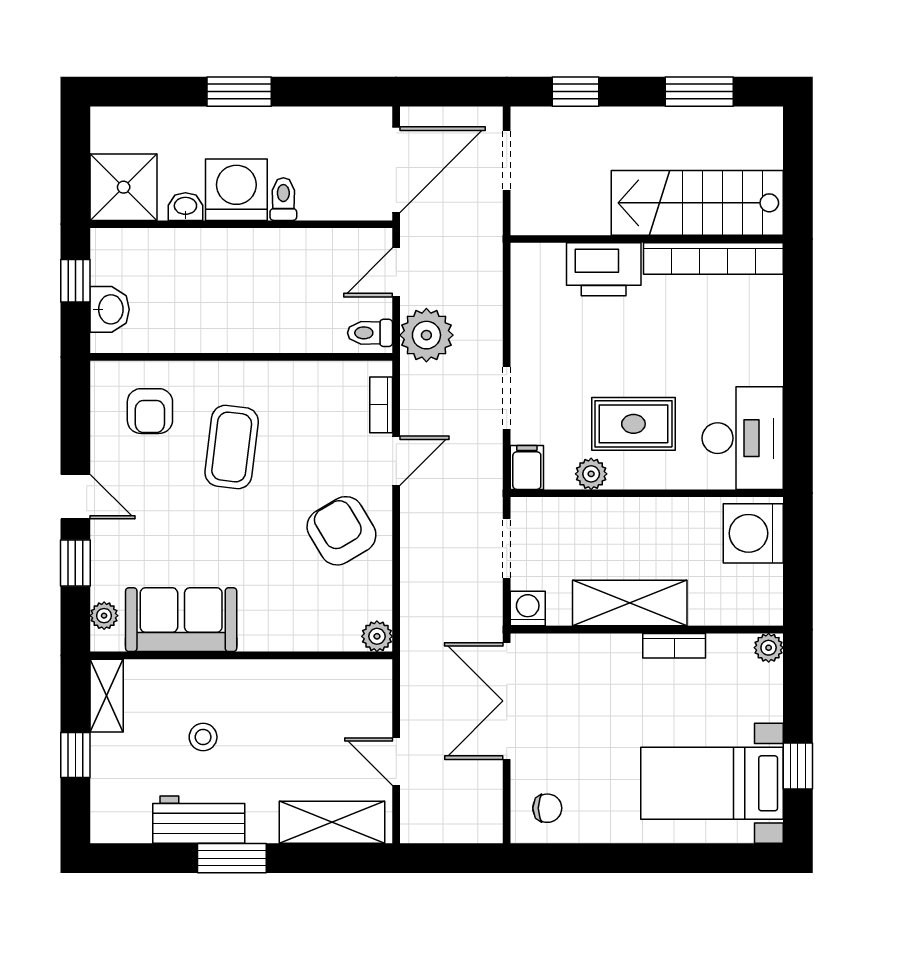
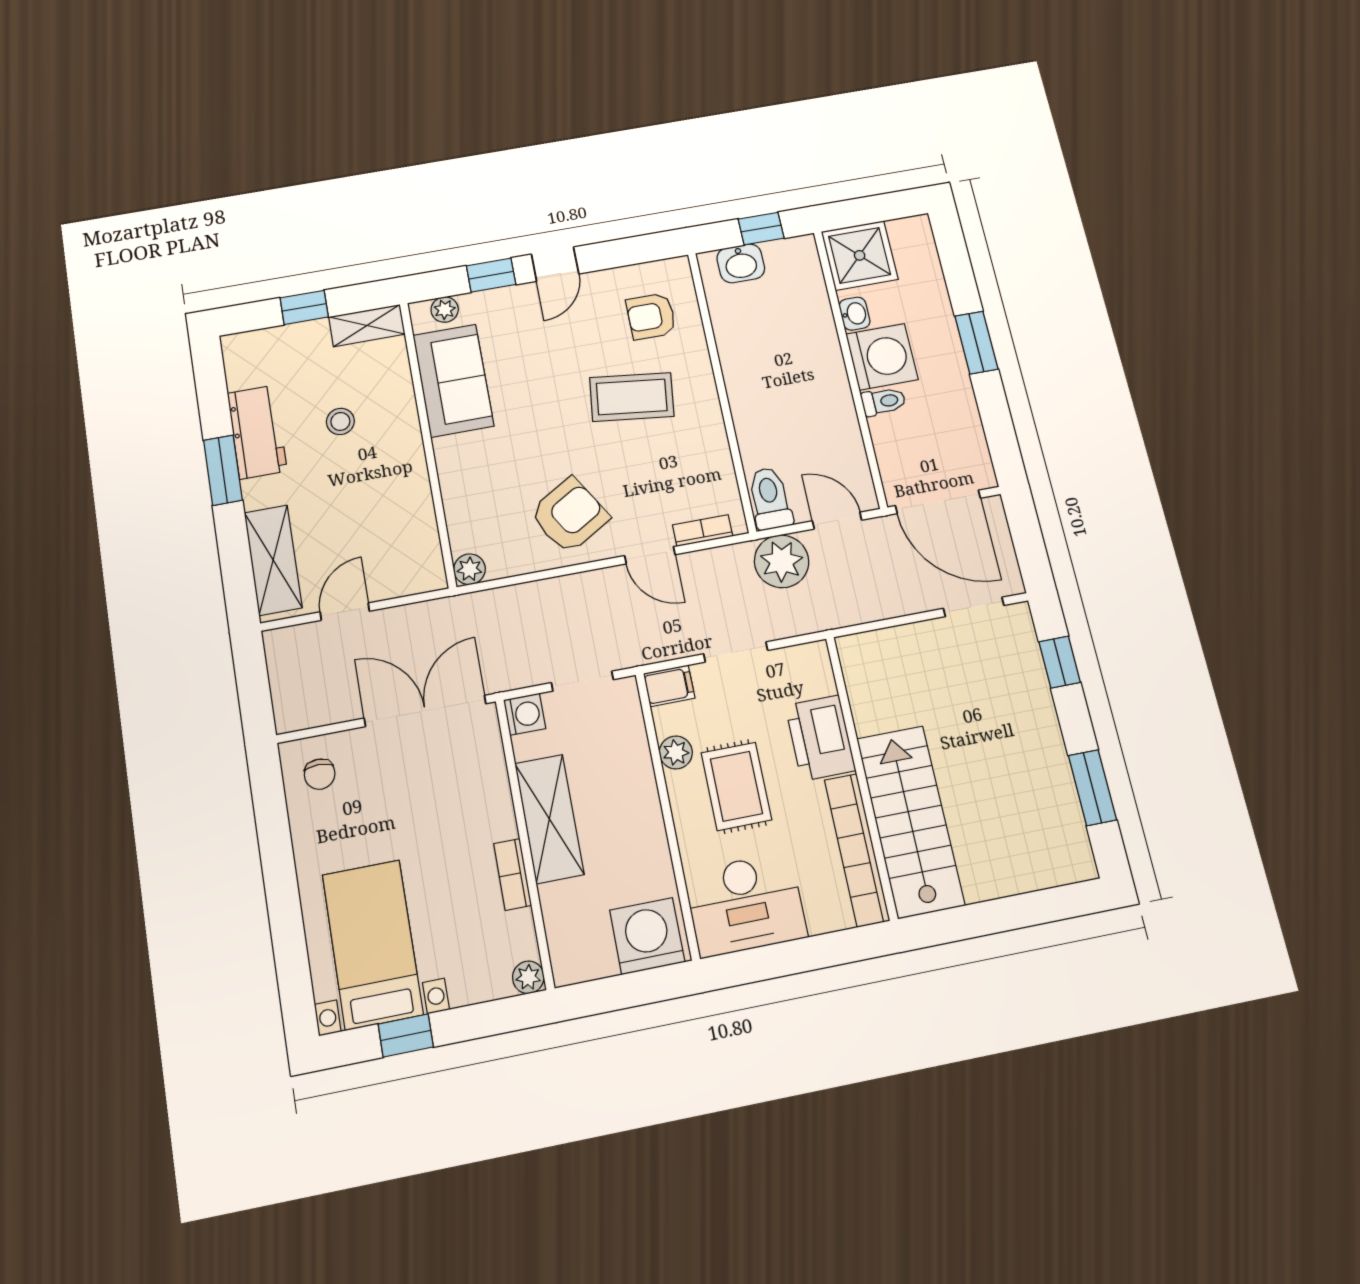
stairs: (697, 203) -> (910, 821), moved
wall: (647, 239) -> (861, 776), moved
bookcase: (713, 258) -> (857, 850), moved
printer: (604, 269) -> (820, 738), moved
toilet: (370, 333) -> (770, 498), width x1.37, depth x1.39

